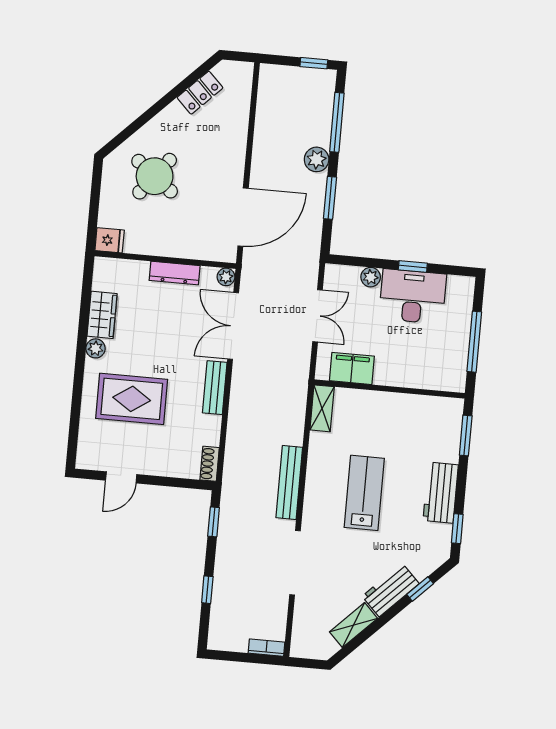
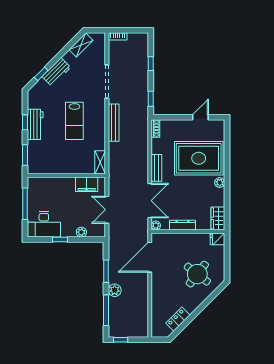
desk: (413, 296) -> (44, 224), moved
wardrobe: (102, 315) -> (218, 218), moved
rug: (132, 399) -> (199, 158), width x1.37, depth x1.44
window: (457, 529) -> (25, 122), moved
shelving: (353, 625) -> (81, 45), moved

